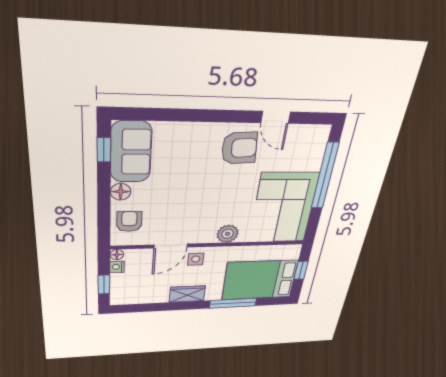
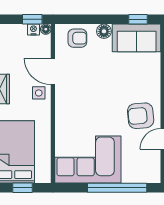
armchair: (239, 148) -> (141, 116), turned 89
plant: (228, 234) -> (64, 117), removed
window: (104, 285) -> (32, 19), moved

